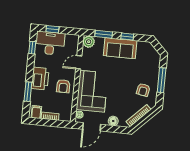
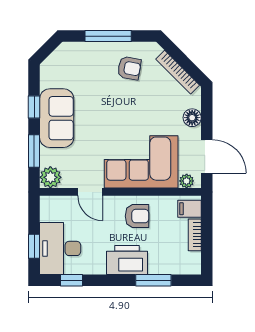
filing cabinet: (36, 112) -> (190, 209), moved

